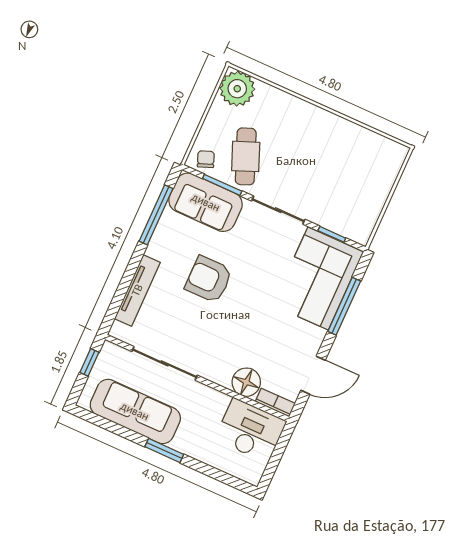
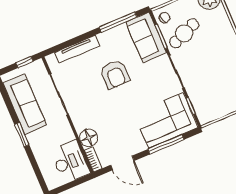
armchair: (209, 279) -> (115, 74), turned 180

